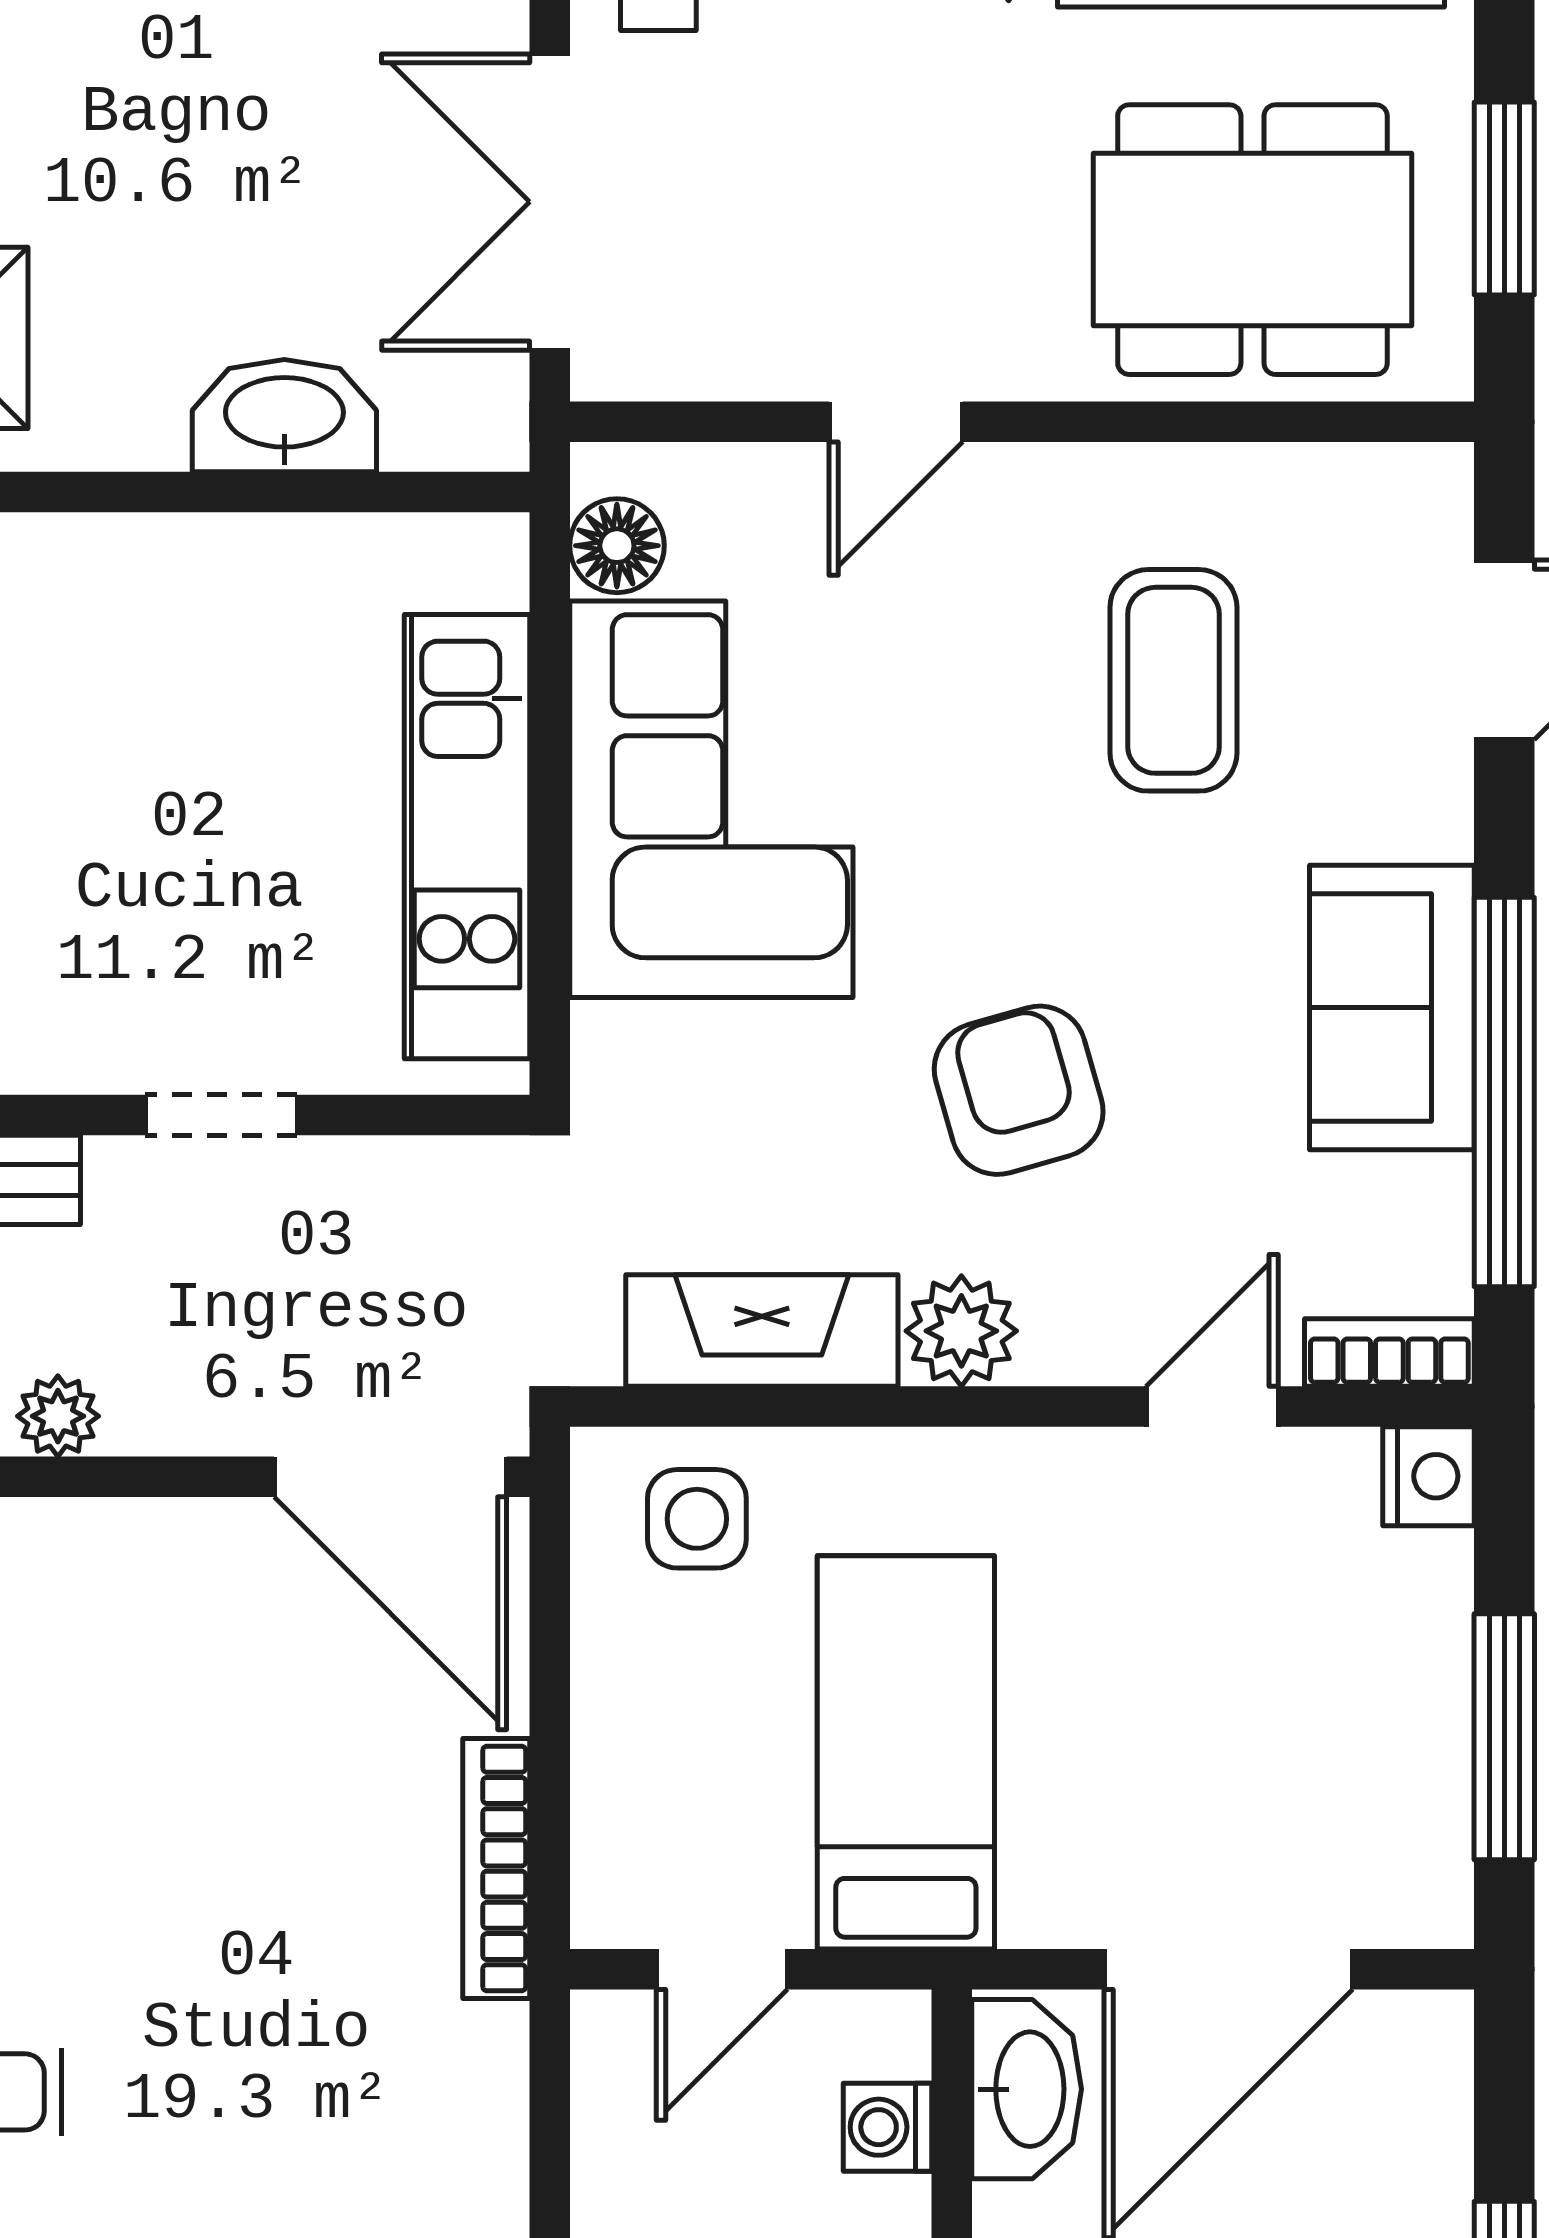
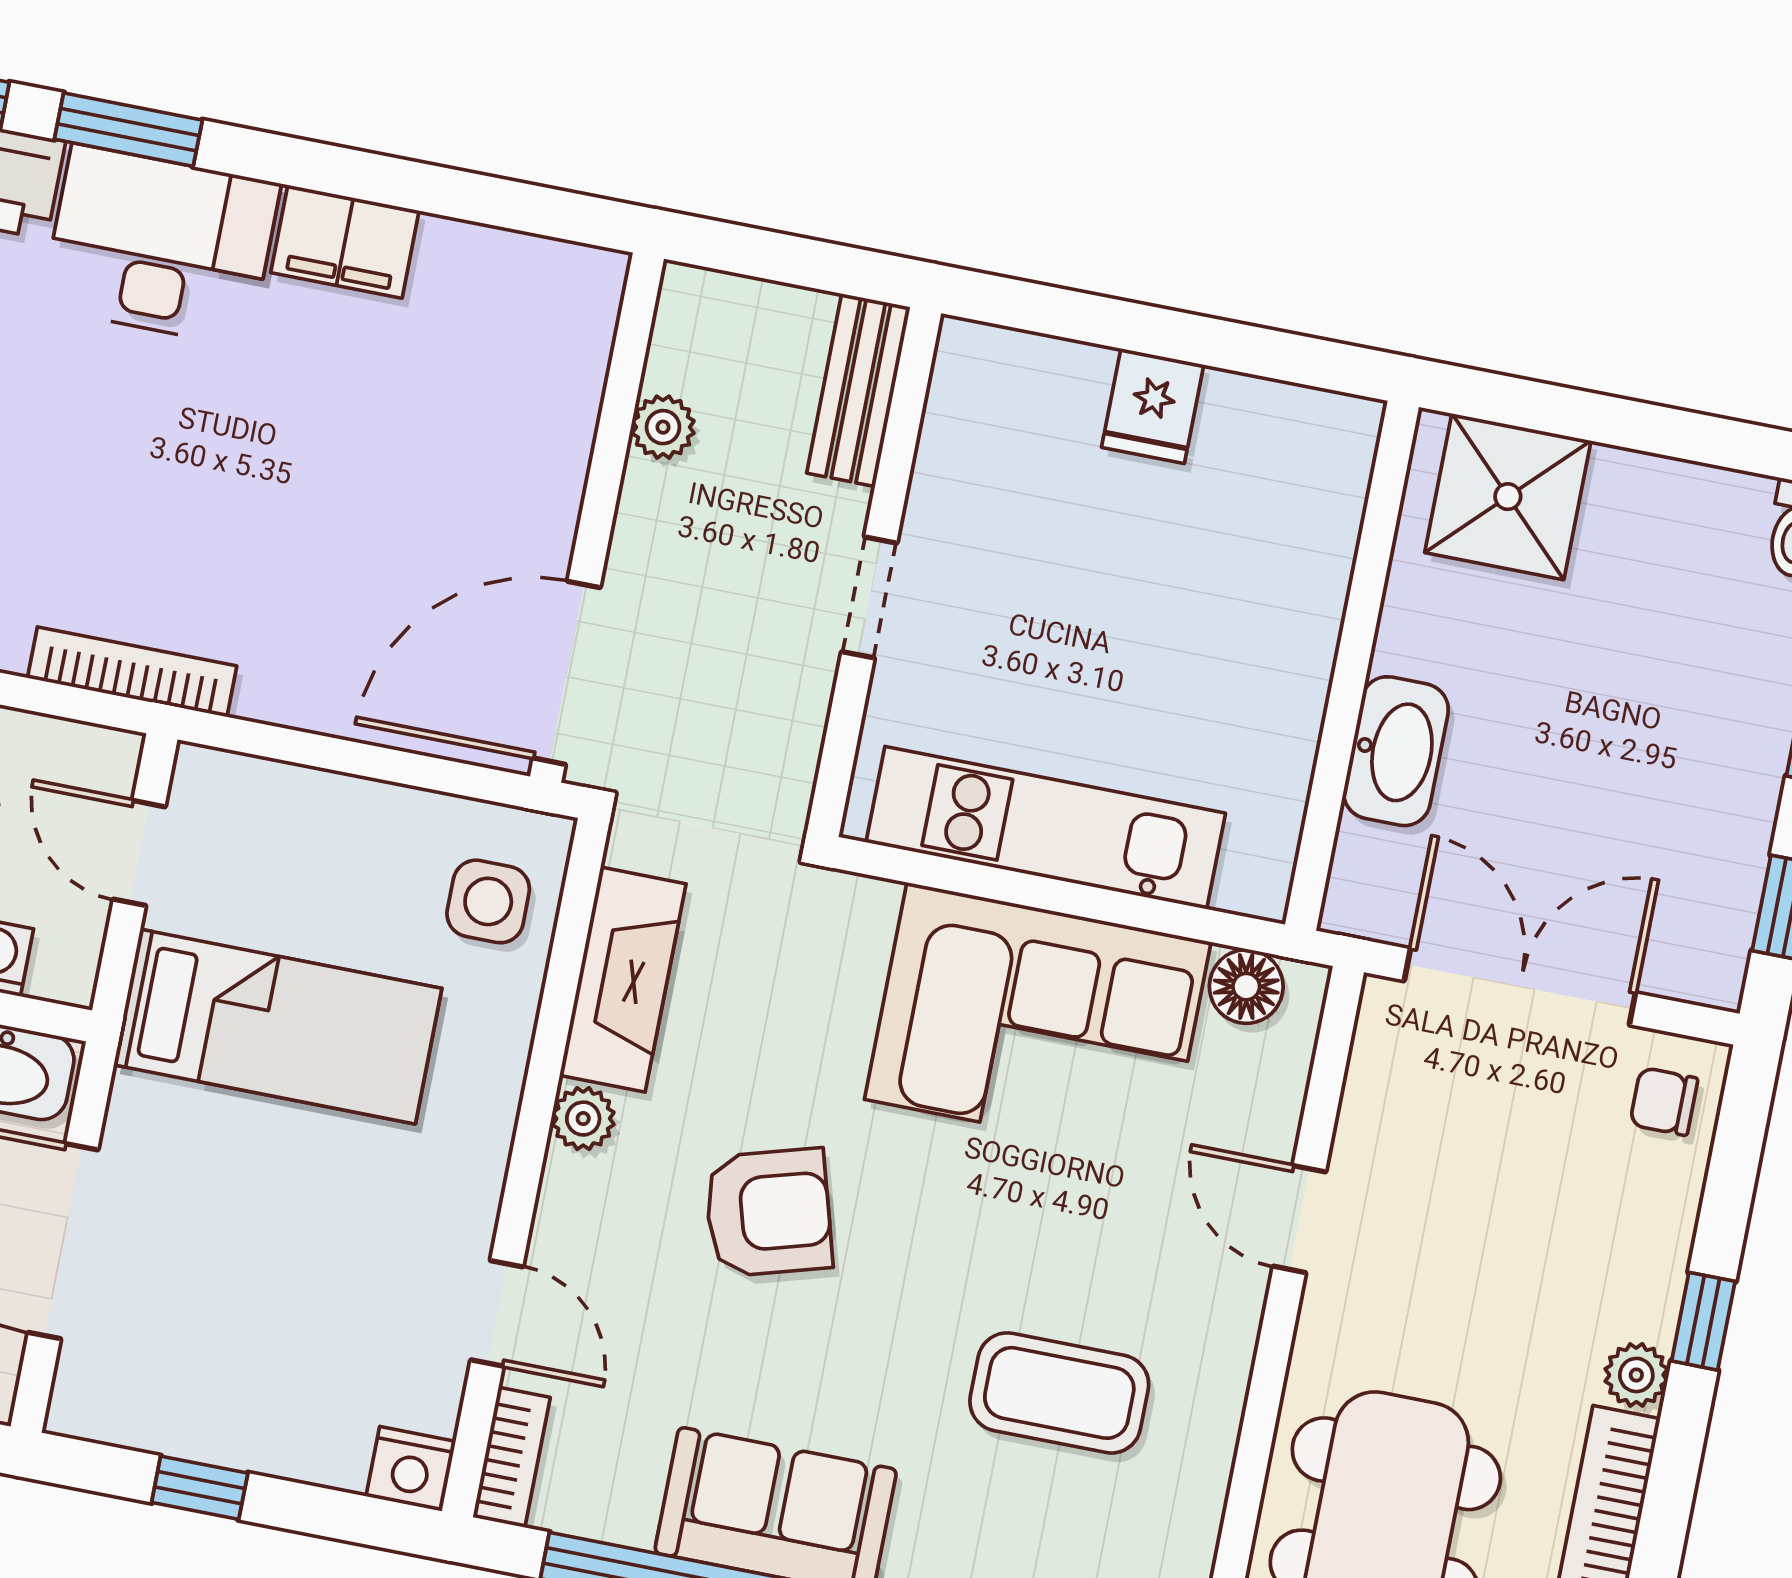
plant: (961, 1331) -> (583, 1119), width x0.73, depth x0.73
window: (1504, 1737) -> (200, 1488), width x0.46
bookcase: (496, 1869) -> (132, 672), moved

